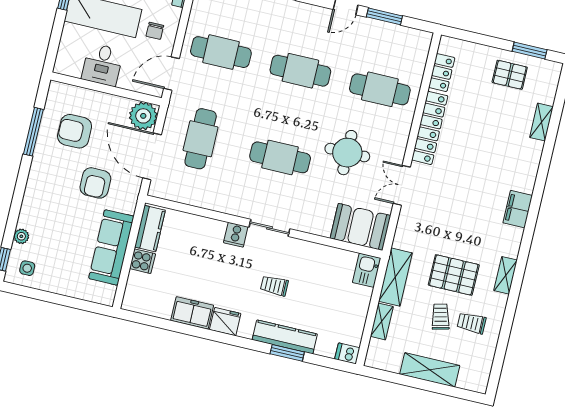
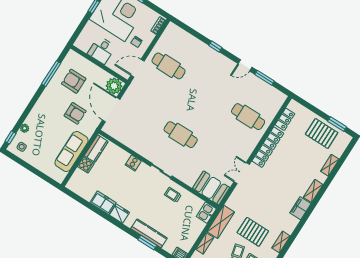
cafe table: (300, 71) -> (208, 91), removed
pallet: (510, 75) -> (322, 133), width x1.50, depth x1.42
cafe table: (201, 139) -> (141, 109), removed
round table: (347, 153) -> (218, 145), removed
shelving: (529, 174) -> (313, 191), added
armchair: (95, 183) -> (75, 113), turned -90
cooker: (236, 235) -> (133, 163), moved
trolley: (274, 286) -> (173, 195), moved

